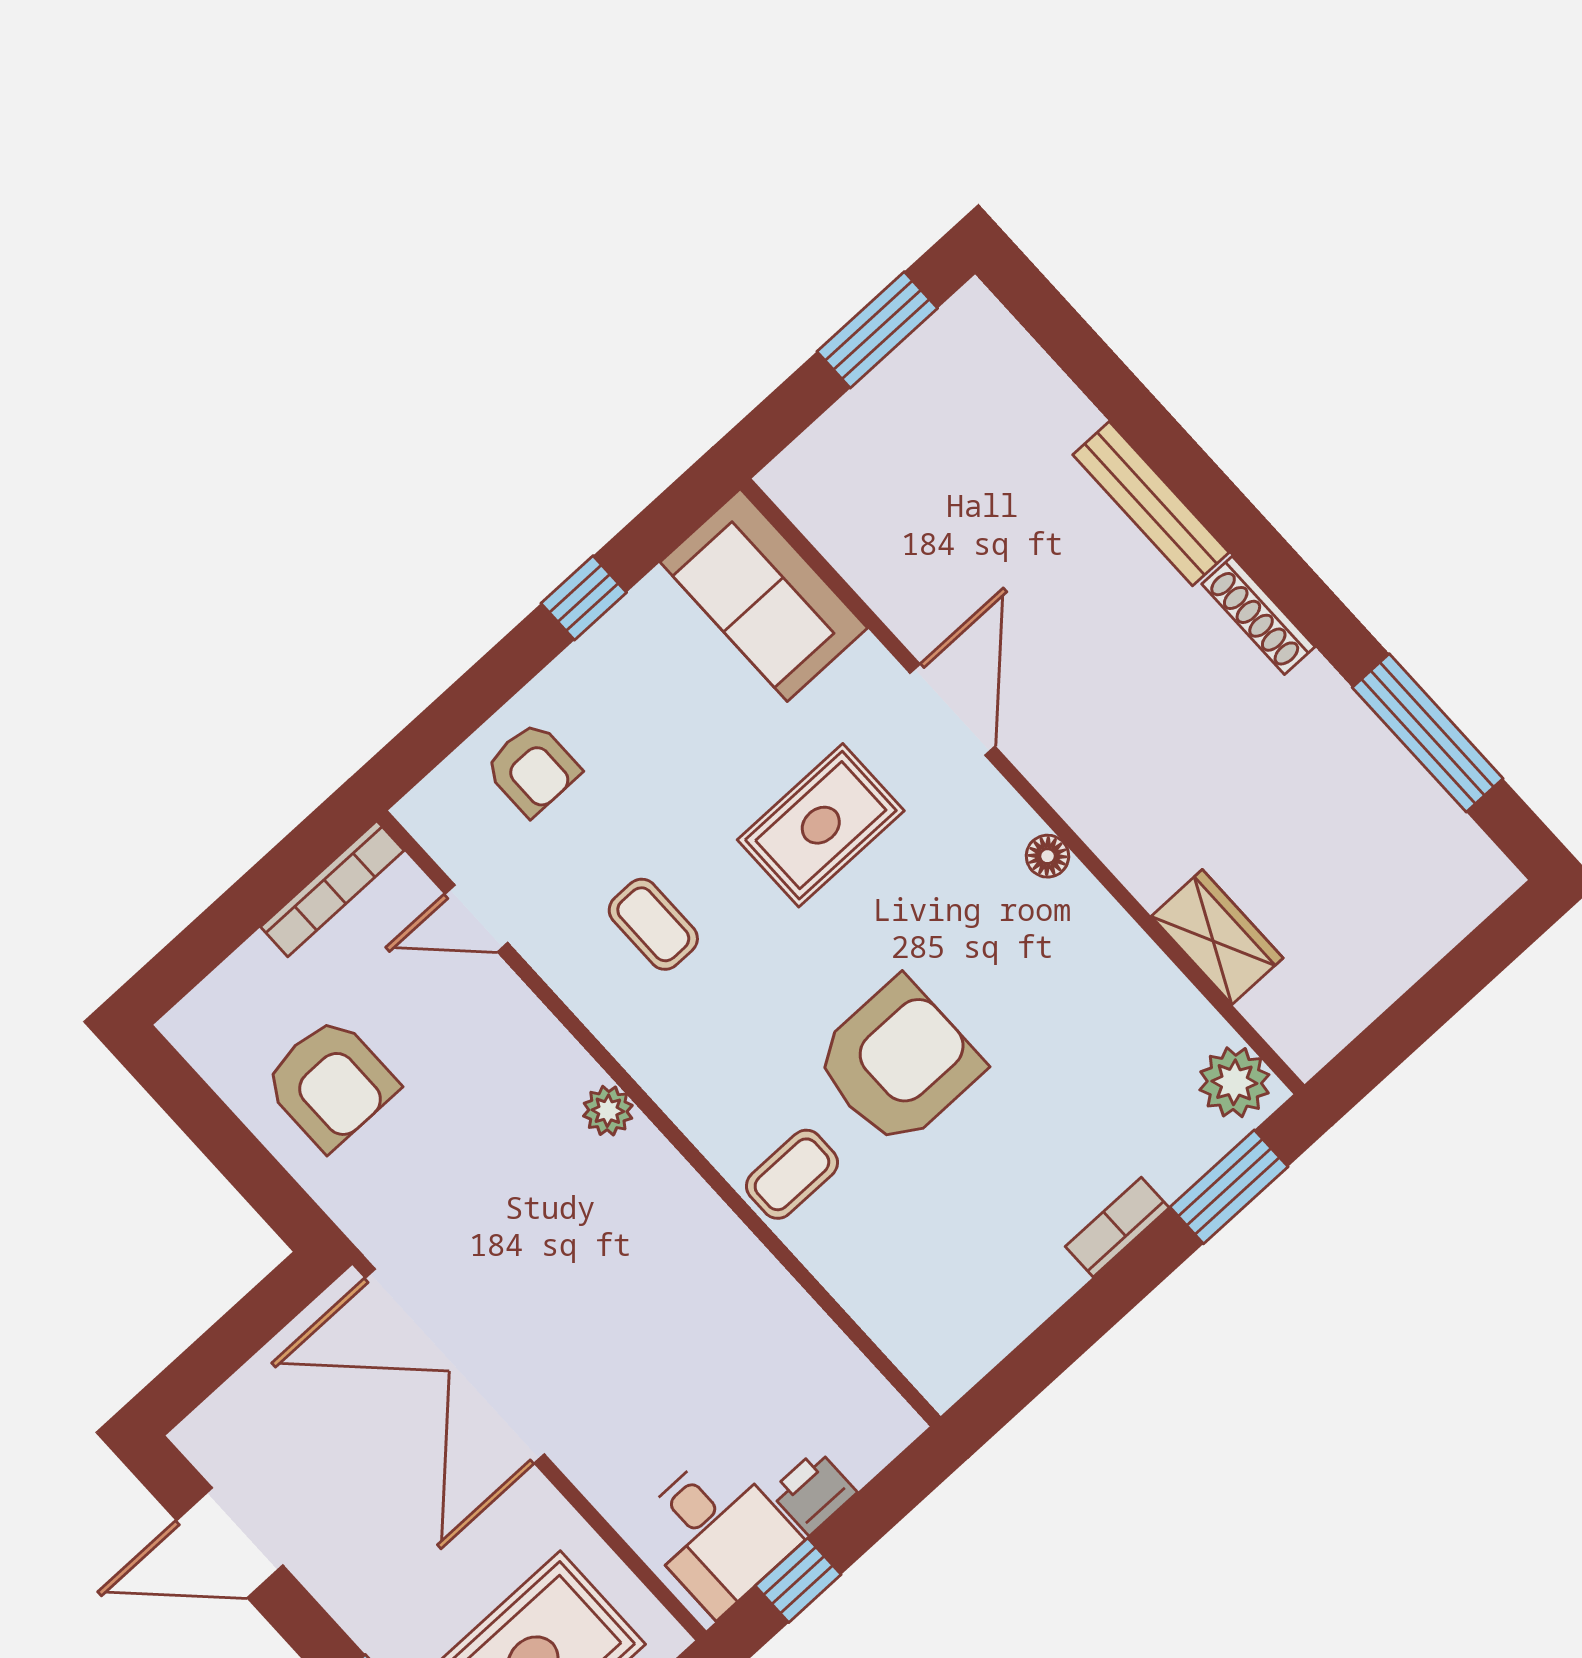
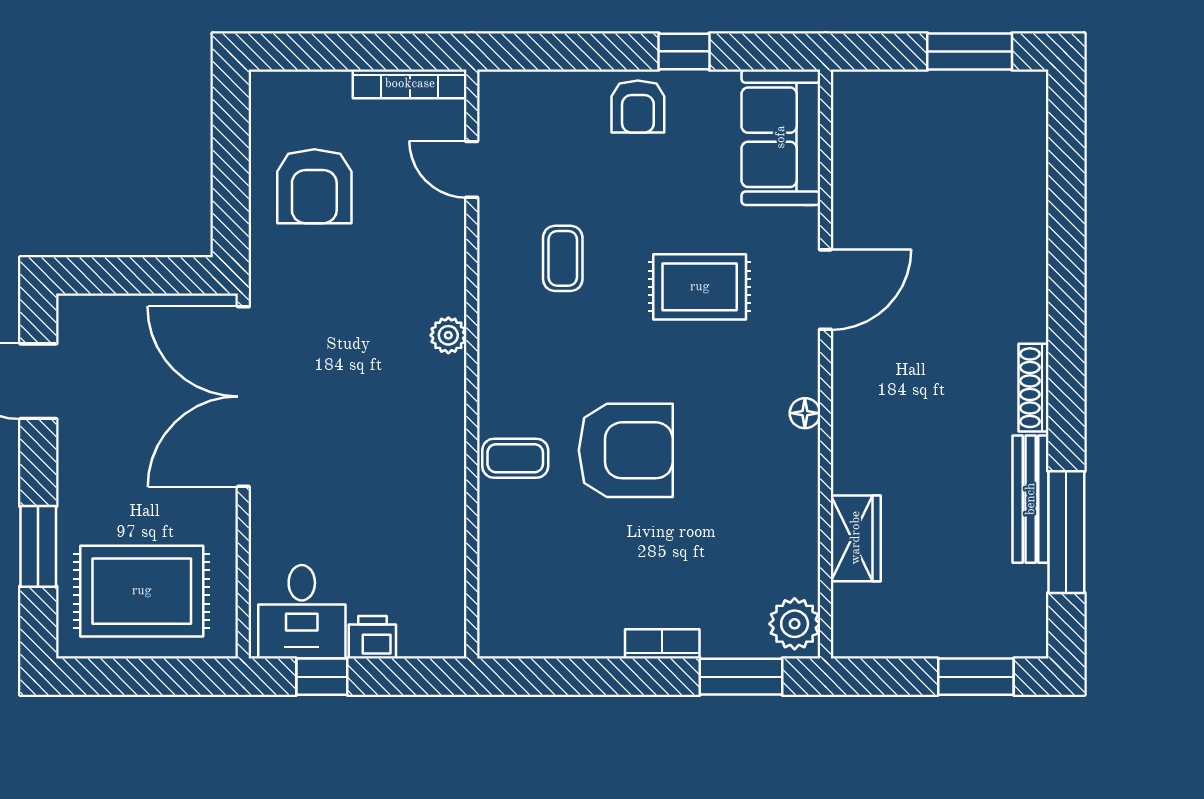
bench: (1151, 504) -> (1031, 499), moved
armchair: (532, 769) -> (638, 106), moved
window: (1470, 966) -> (976, 677), added

